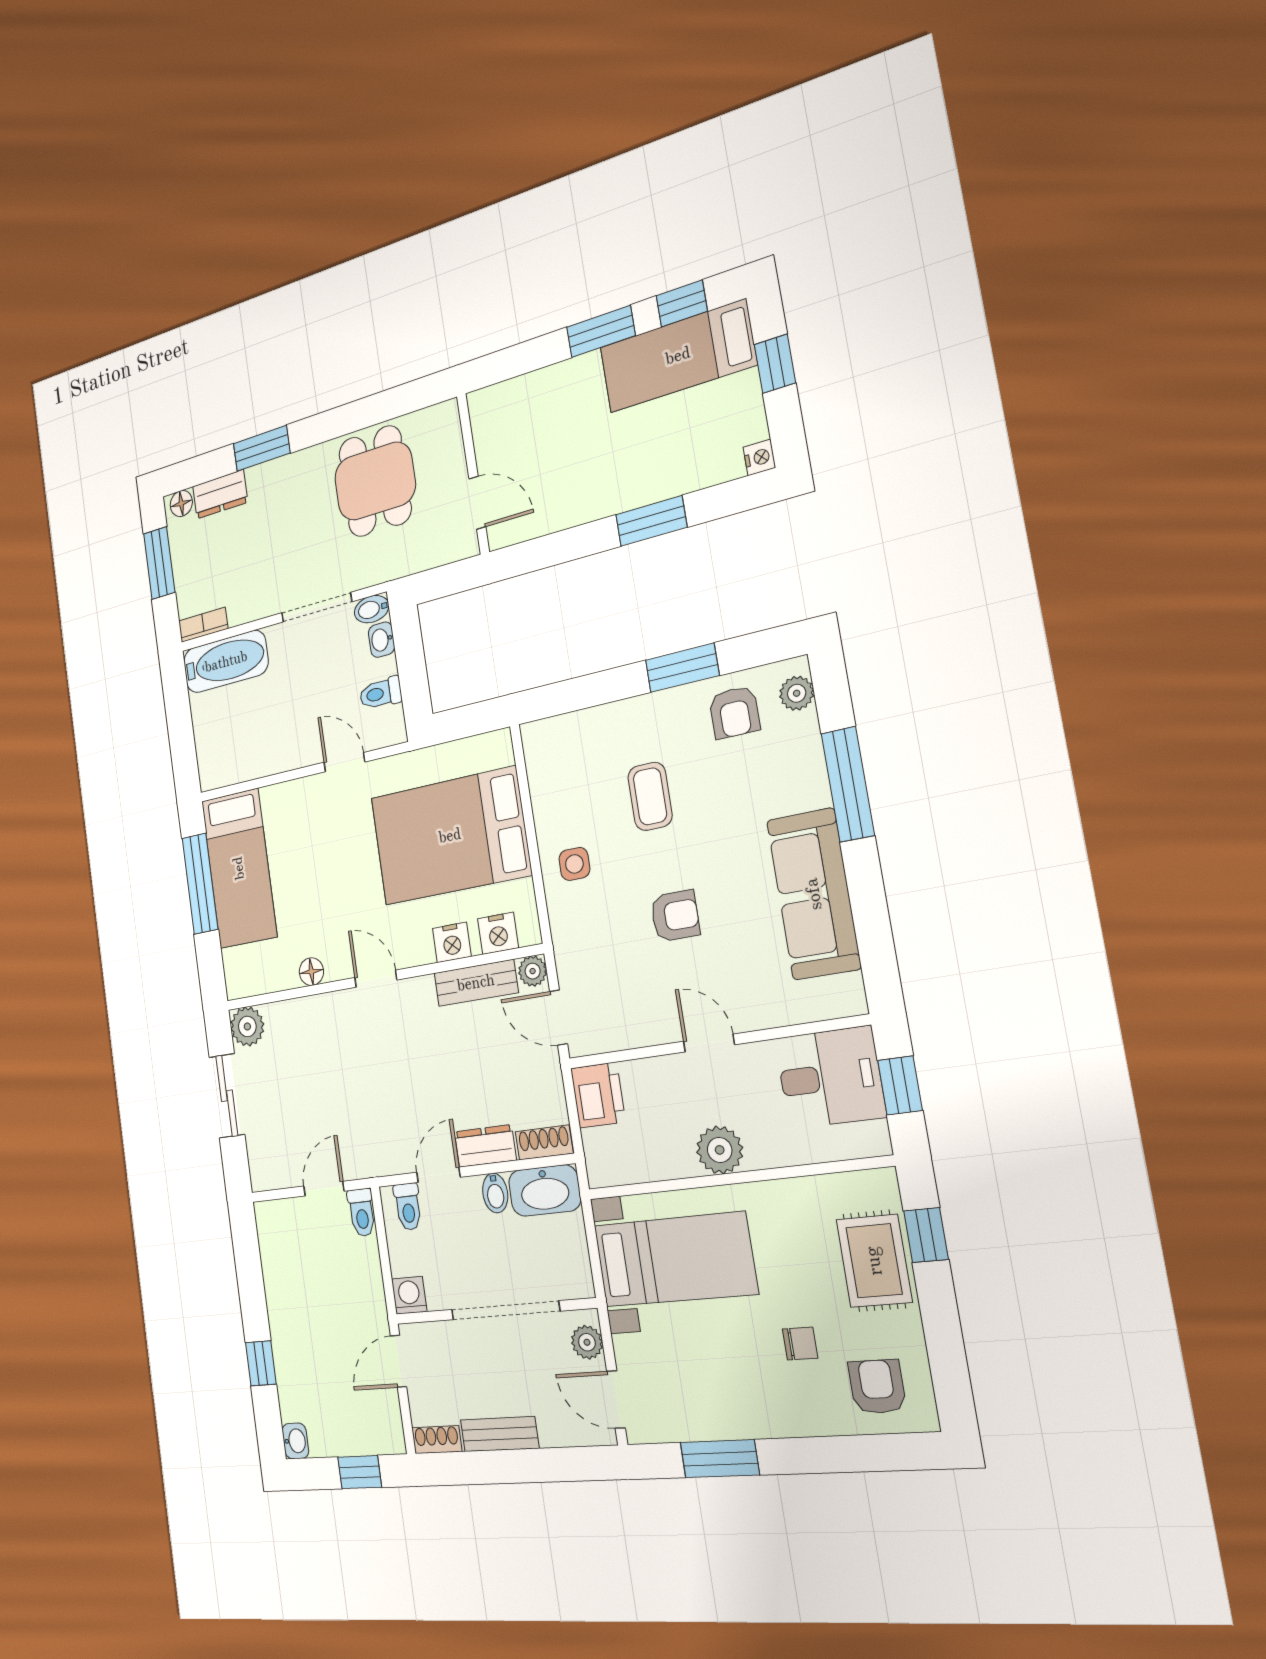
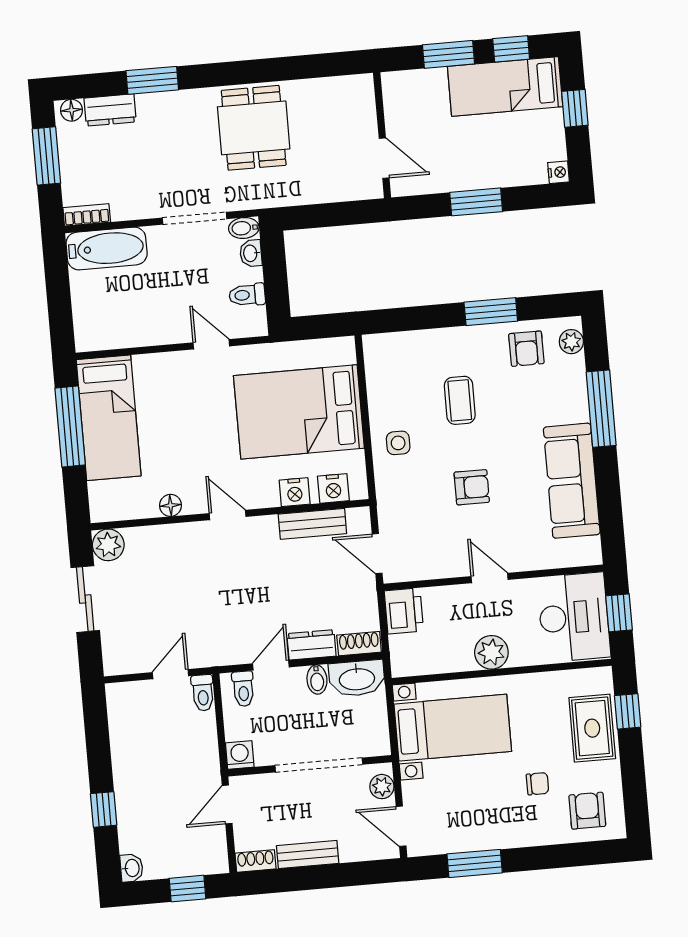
wall: (473, 474) -> (382, 135), moved
door: (477, 503) -> (384, 158), moved
plant: (533, 971) -> (359, 518), removed
desk: (830, 1077) -> (574, 617), width x1.37

